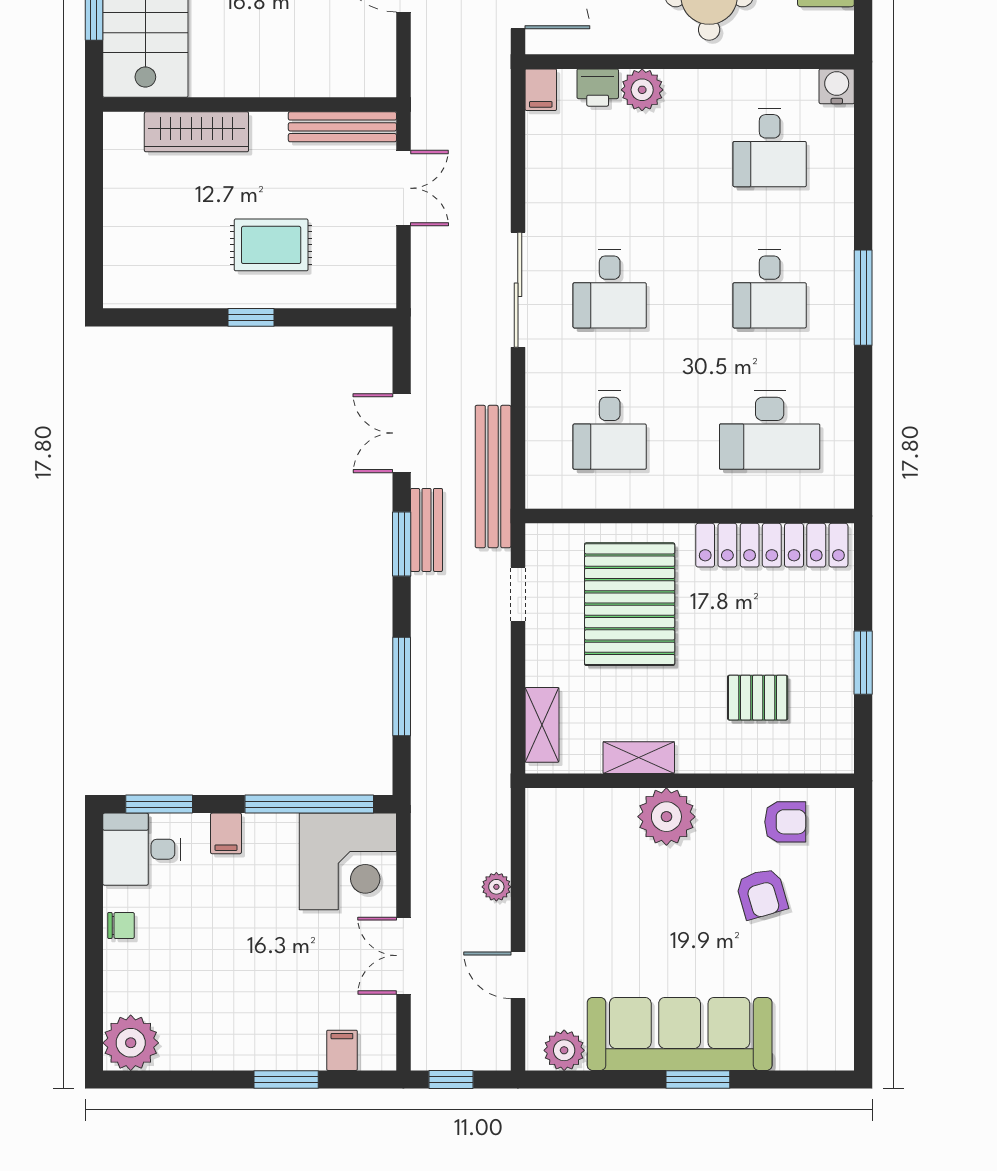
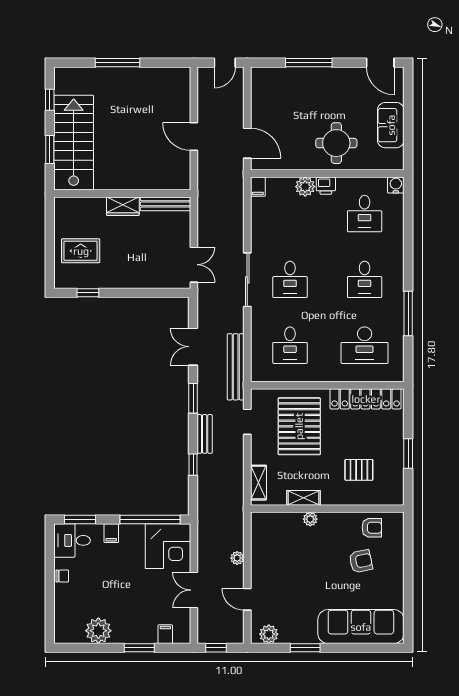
printer: (598, 88) -> (326, 186), moved
wardrobe: (196, 132) -> (123, 206), moved, width x0.67
double door: (403, 188) -> (194, 265), moved
rug: (271, 245) -> (81, 251), moved
window: (863, 298) -> (408, 314), moved
window: (251, 317) -> (88, 293), moved
bench: (427, 530) -> (205, 434), moved
window: (402, 686) -> (193, 465), width x0.46
plant: (666, 817) -> (310, 519), width x0.53, depth x0.53
armchair: (762, 894) -> (361, 561), turned -86
sofa: (680, 1034) -> (361, 627), moved
plant: (131, 1043) -> (98, 631), moved
window: (698, 1080) -> (305, 648), moved

